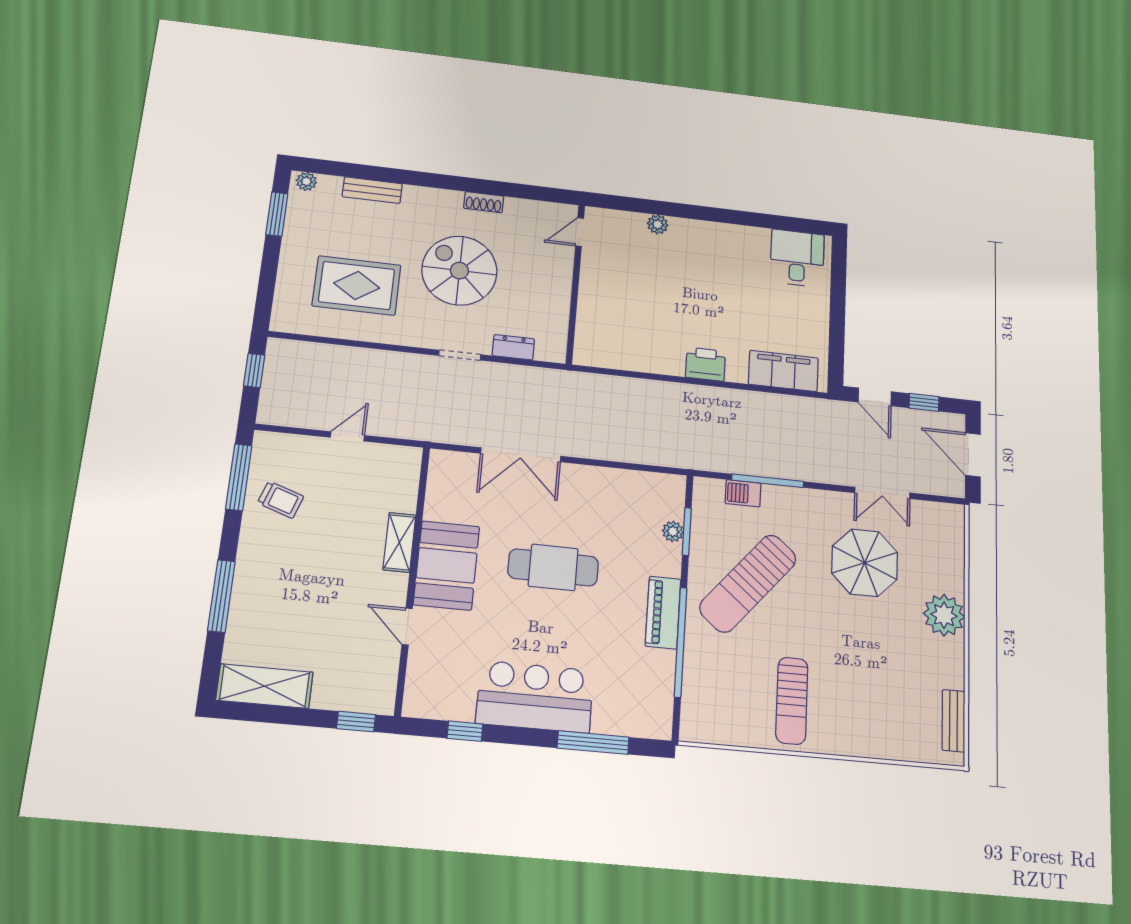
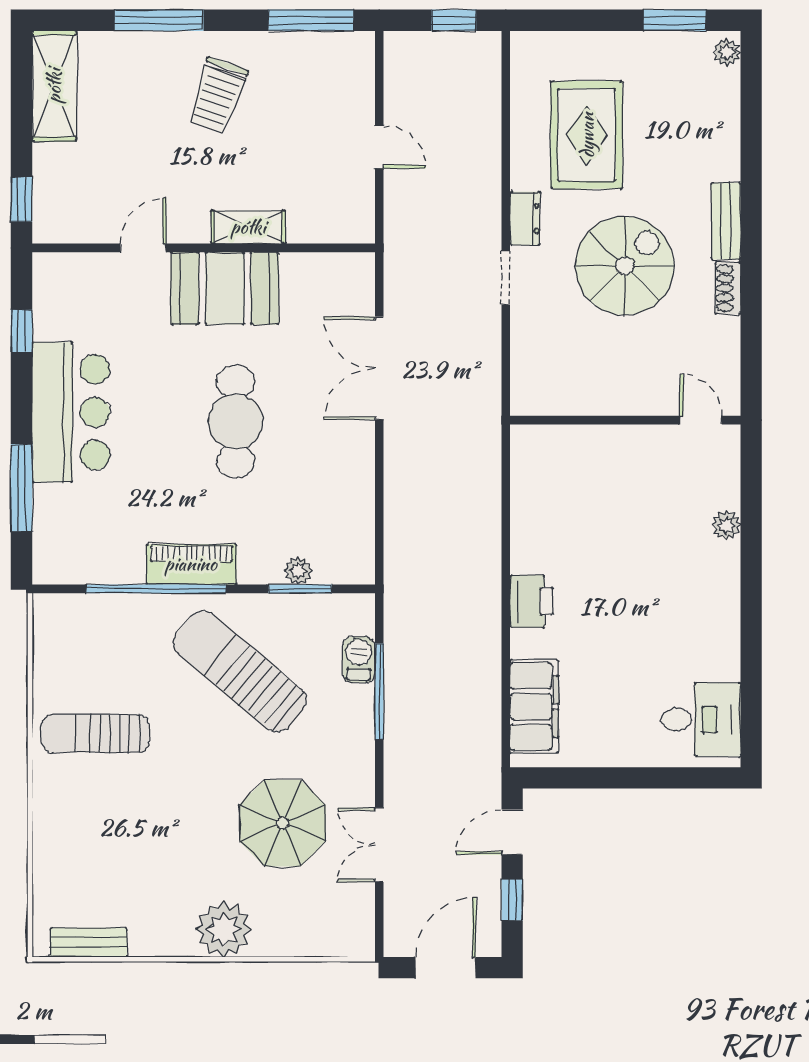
bench: (372, 190) -> (726, 221), moved
dresser: (513, 347) -> (525, 218), moved
trolley: (281, 500) -> (218, 95), moved, width x1.36, depth x1.39

